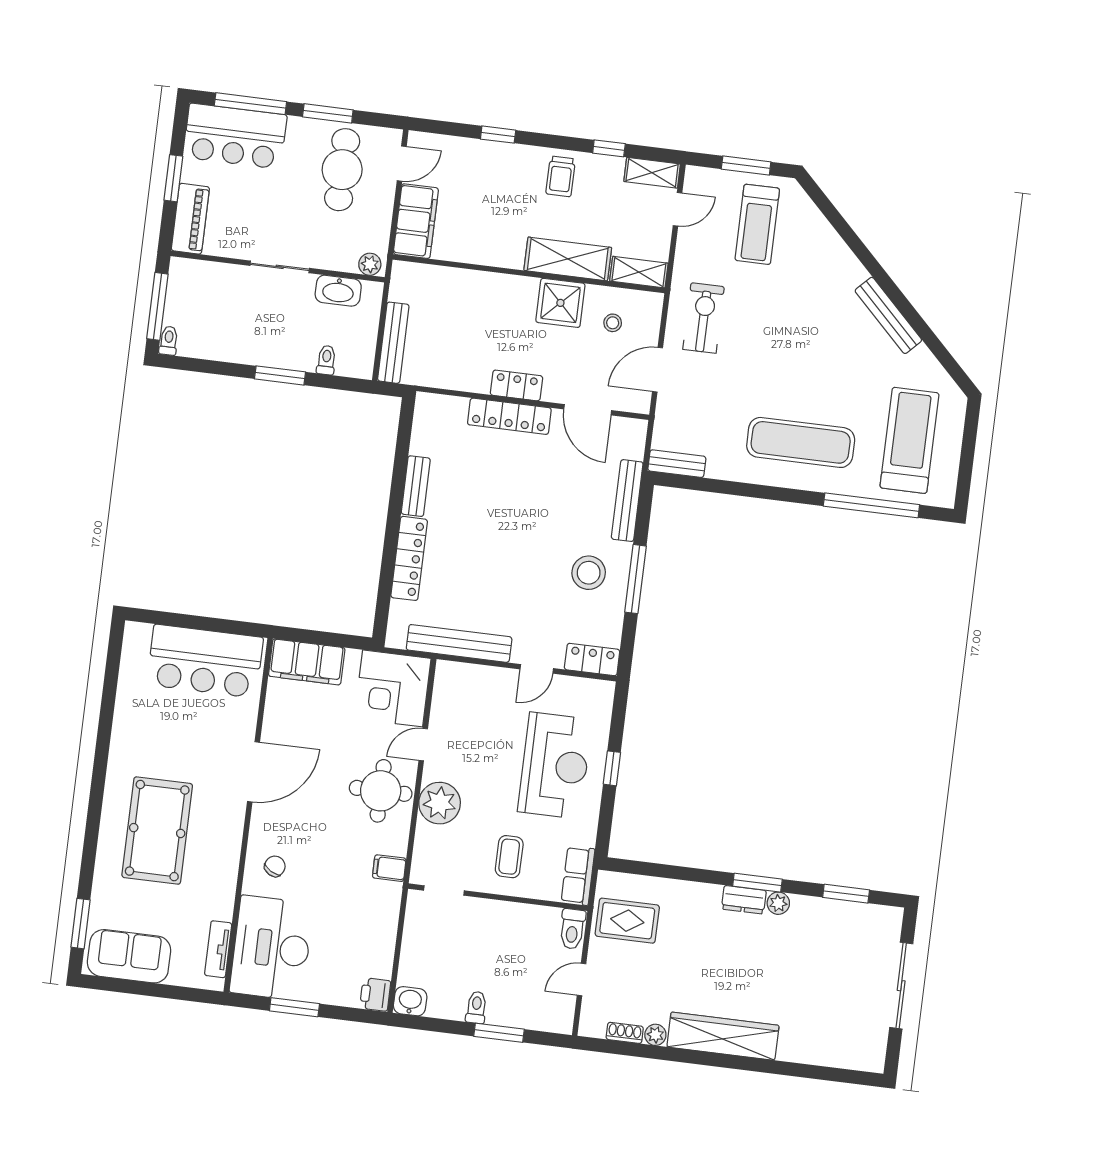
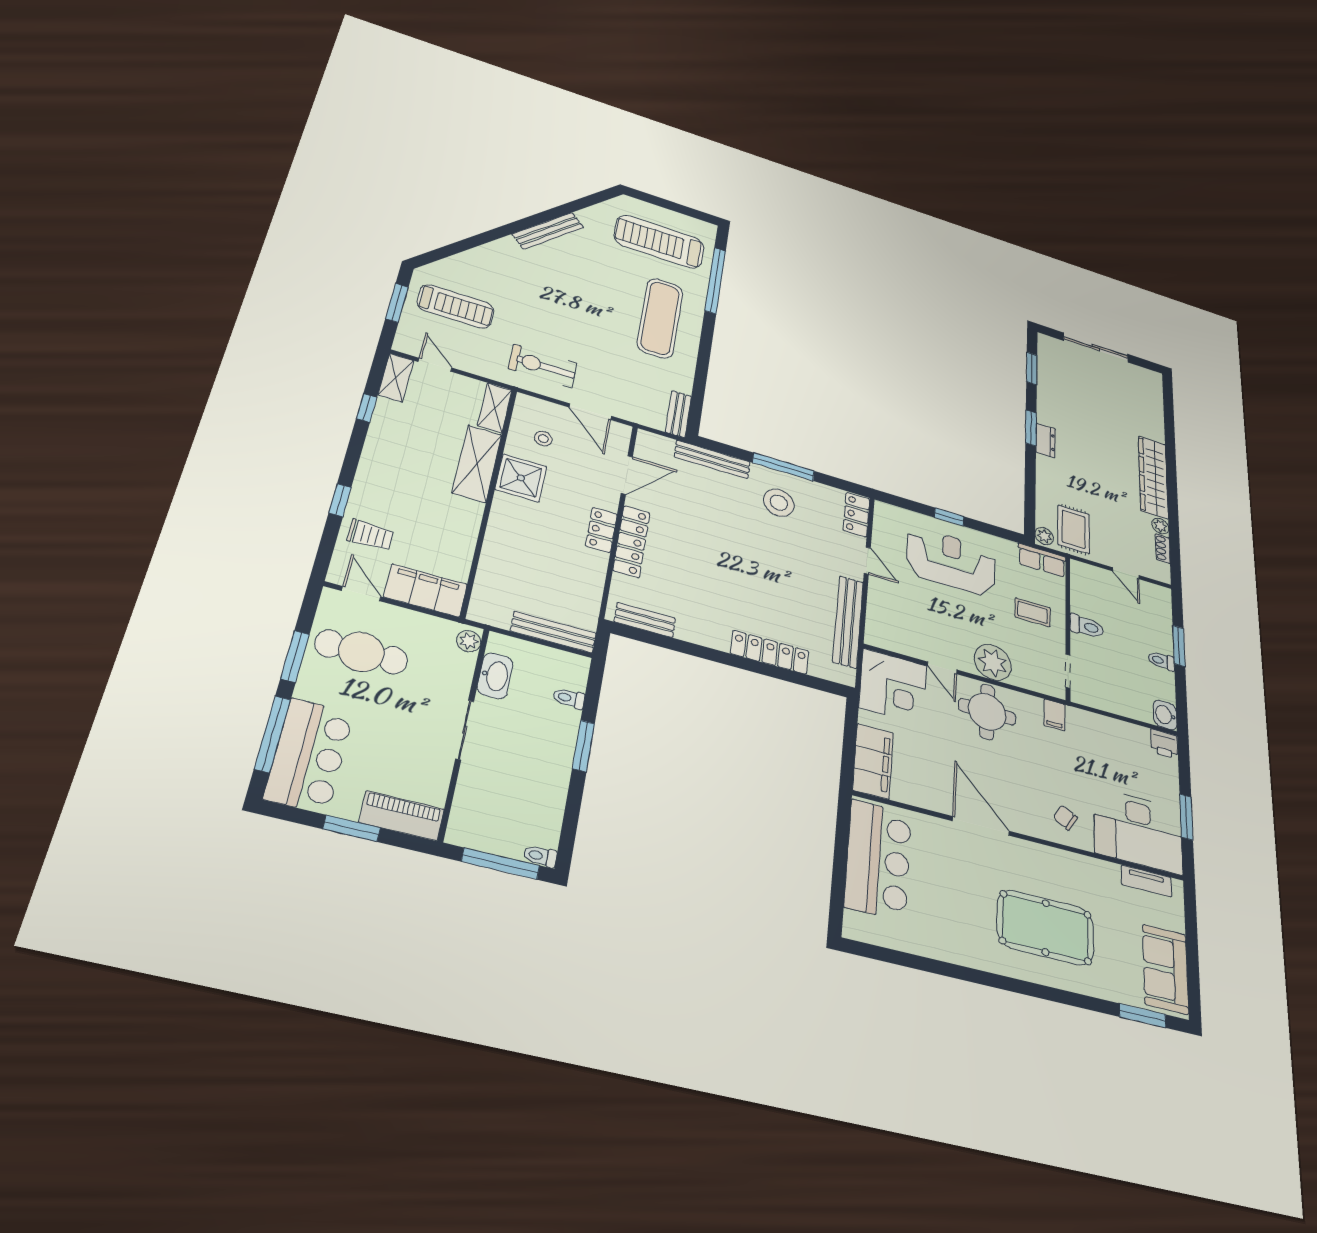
trolley: (561, 176) -> (370, 535), moved
bench: (416, 486) -> (645, 620), moved
plant: (778, 903) -> (1044, 536), moved
toilet: (572, 929) -> (1087, 626), moved

